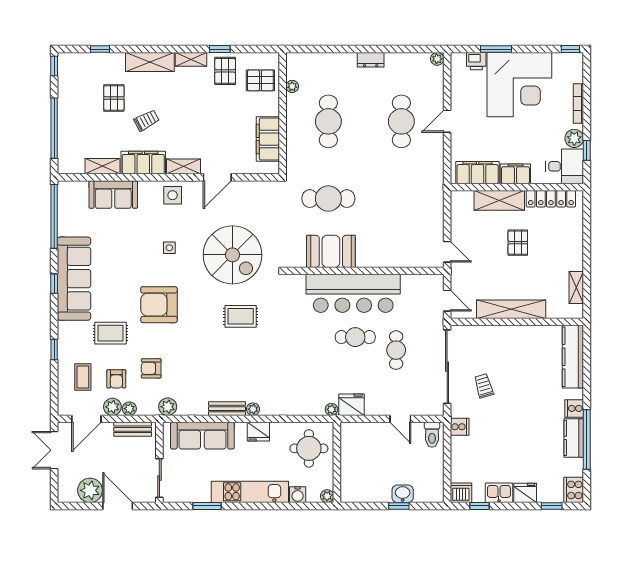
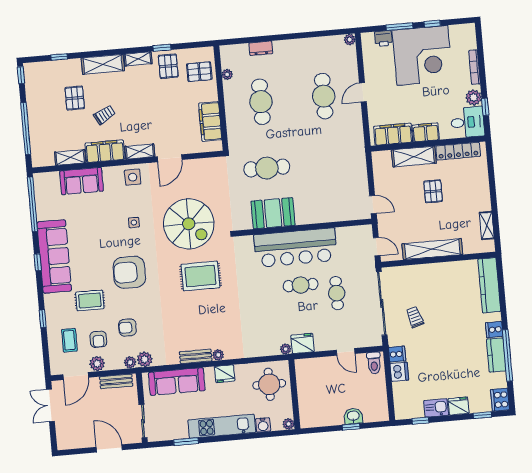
window: (570, 49) -> (432, 24), moved
dresser: (371, 60) -> (261, 48), moved
rug: (241, 316) -> (200, 276), width x1.36, depth x1.43
plant: (129, 409) -> (130, 362), moved
plant: (90, 490) -> (84, 437), removed
dishwasher: (461, 493) -> (399, 372), moved, turned 90

